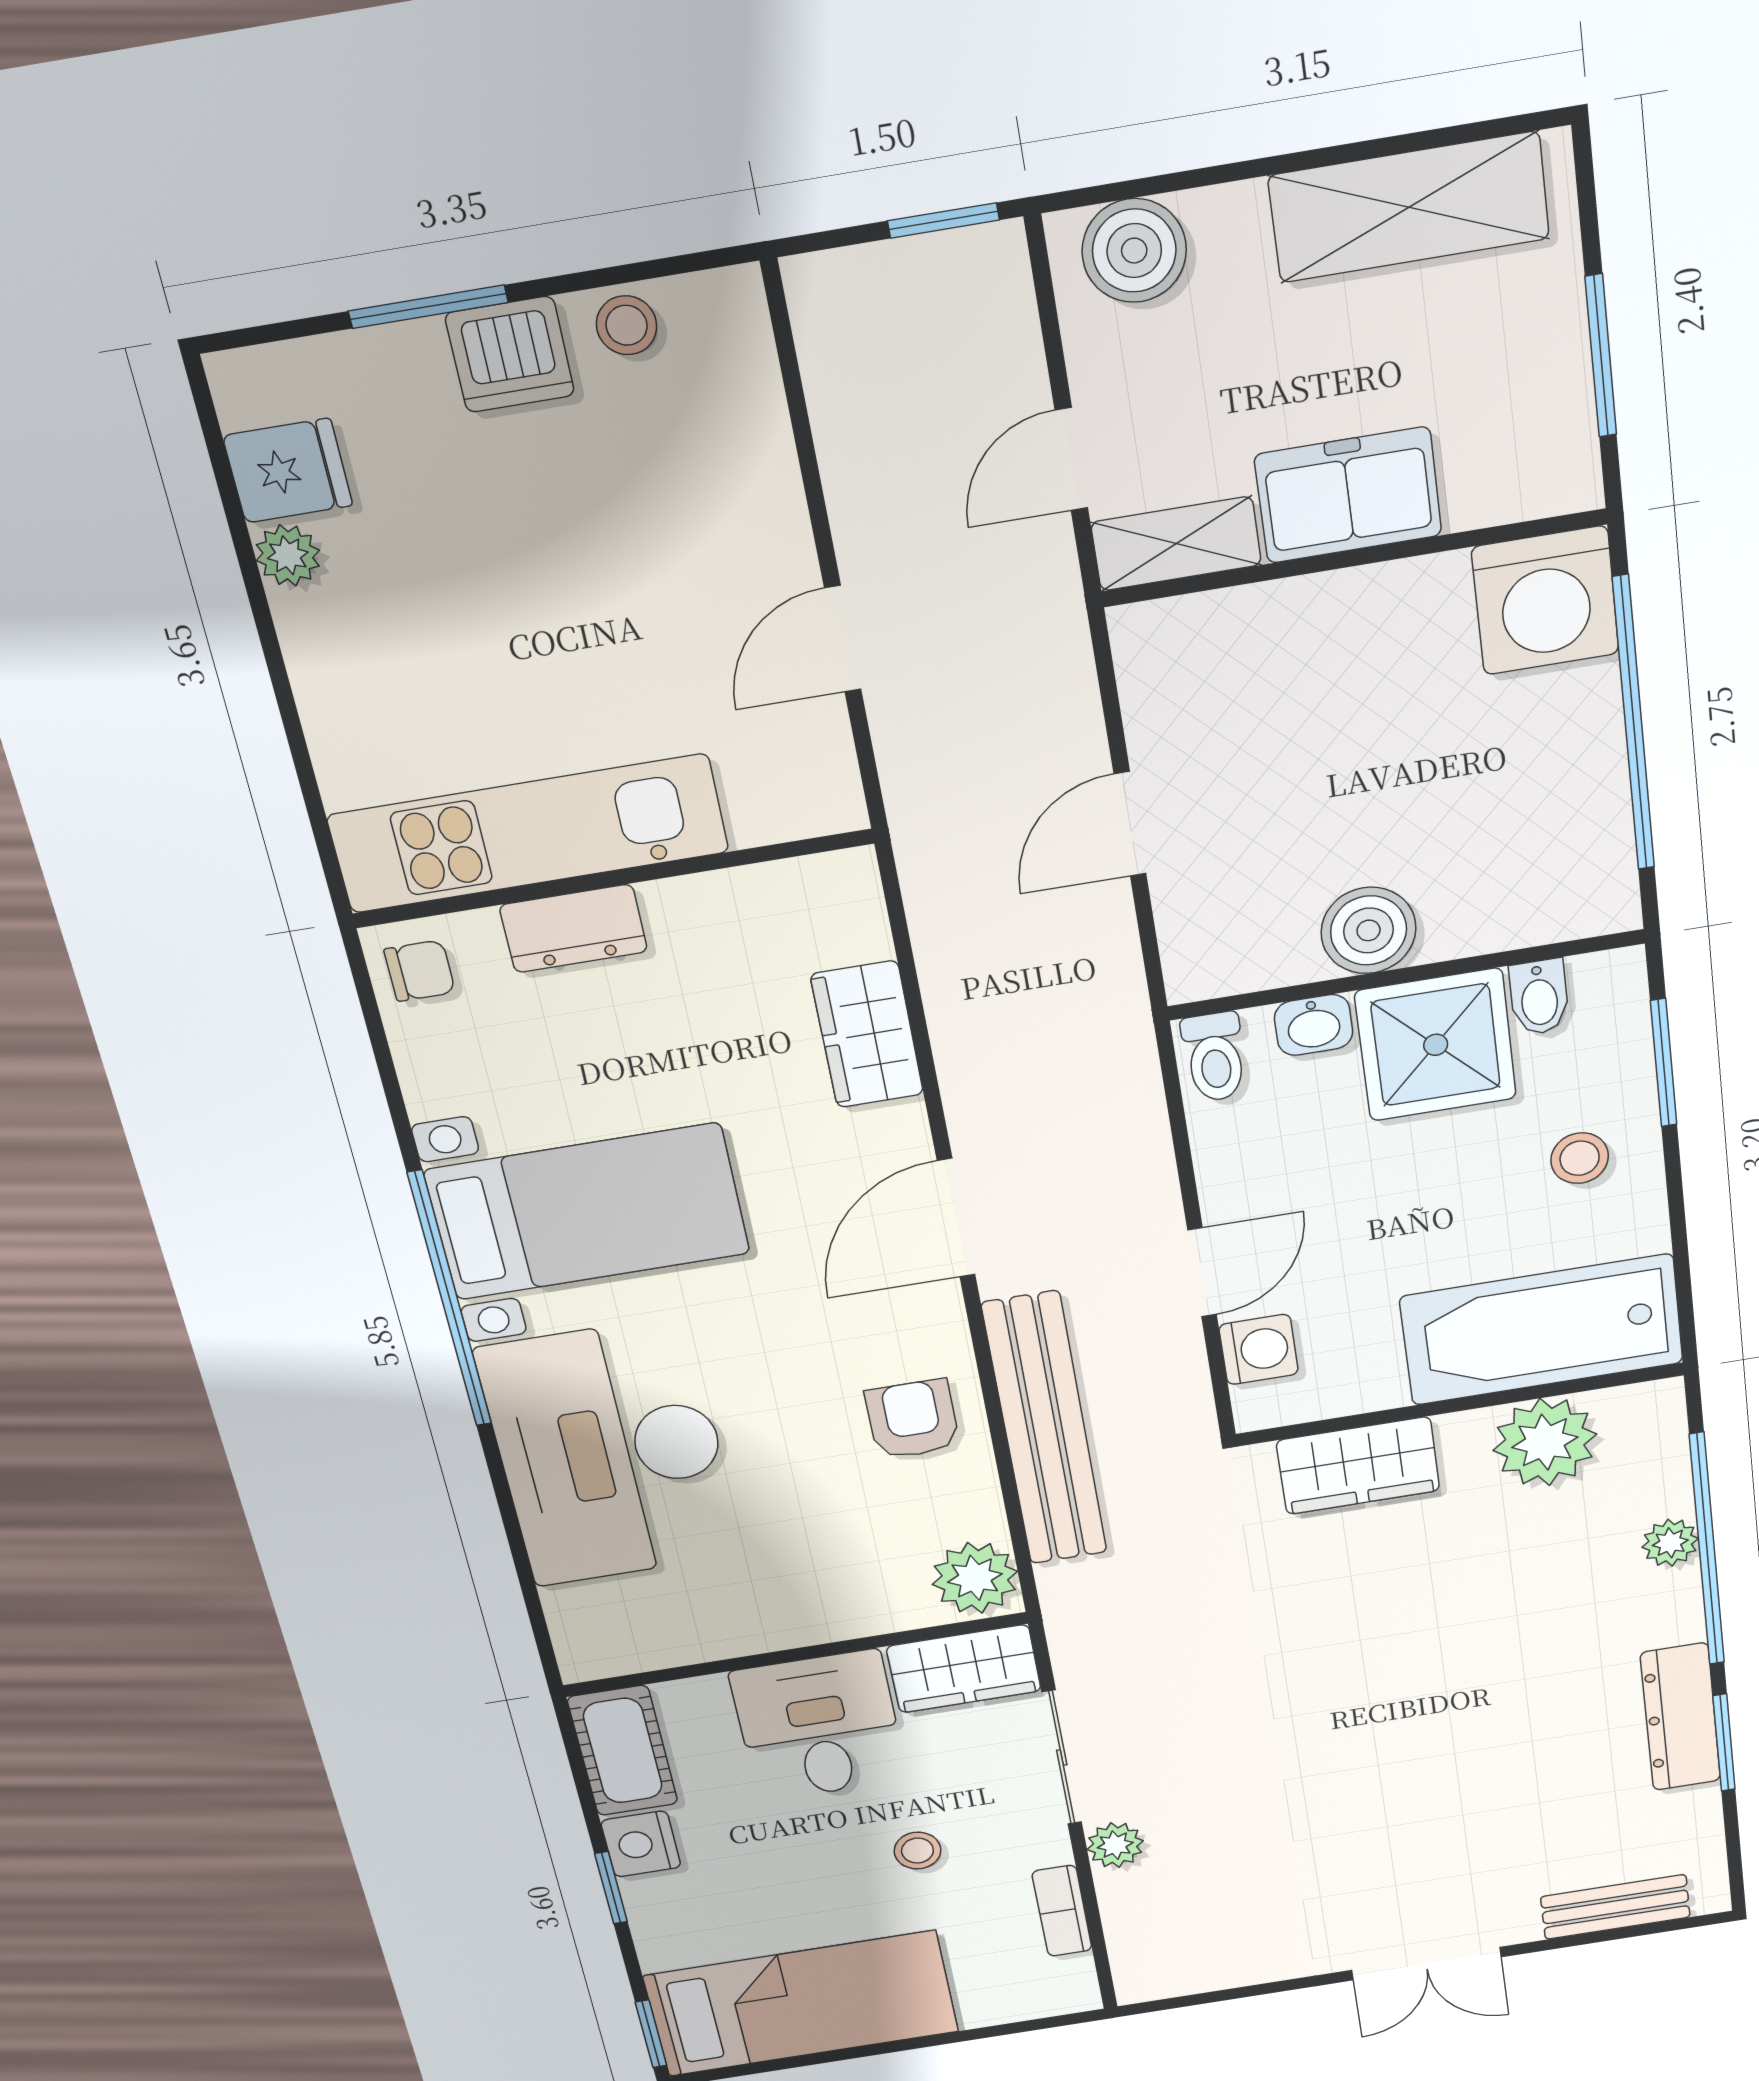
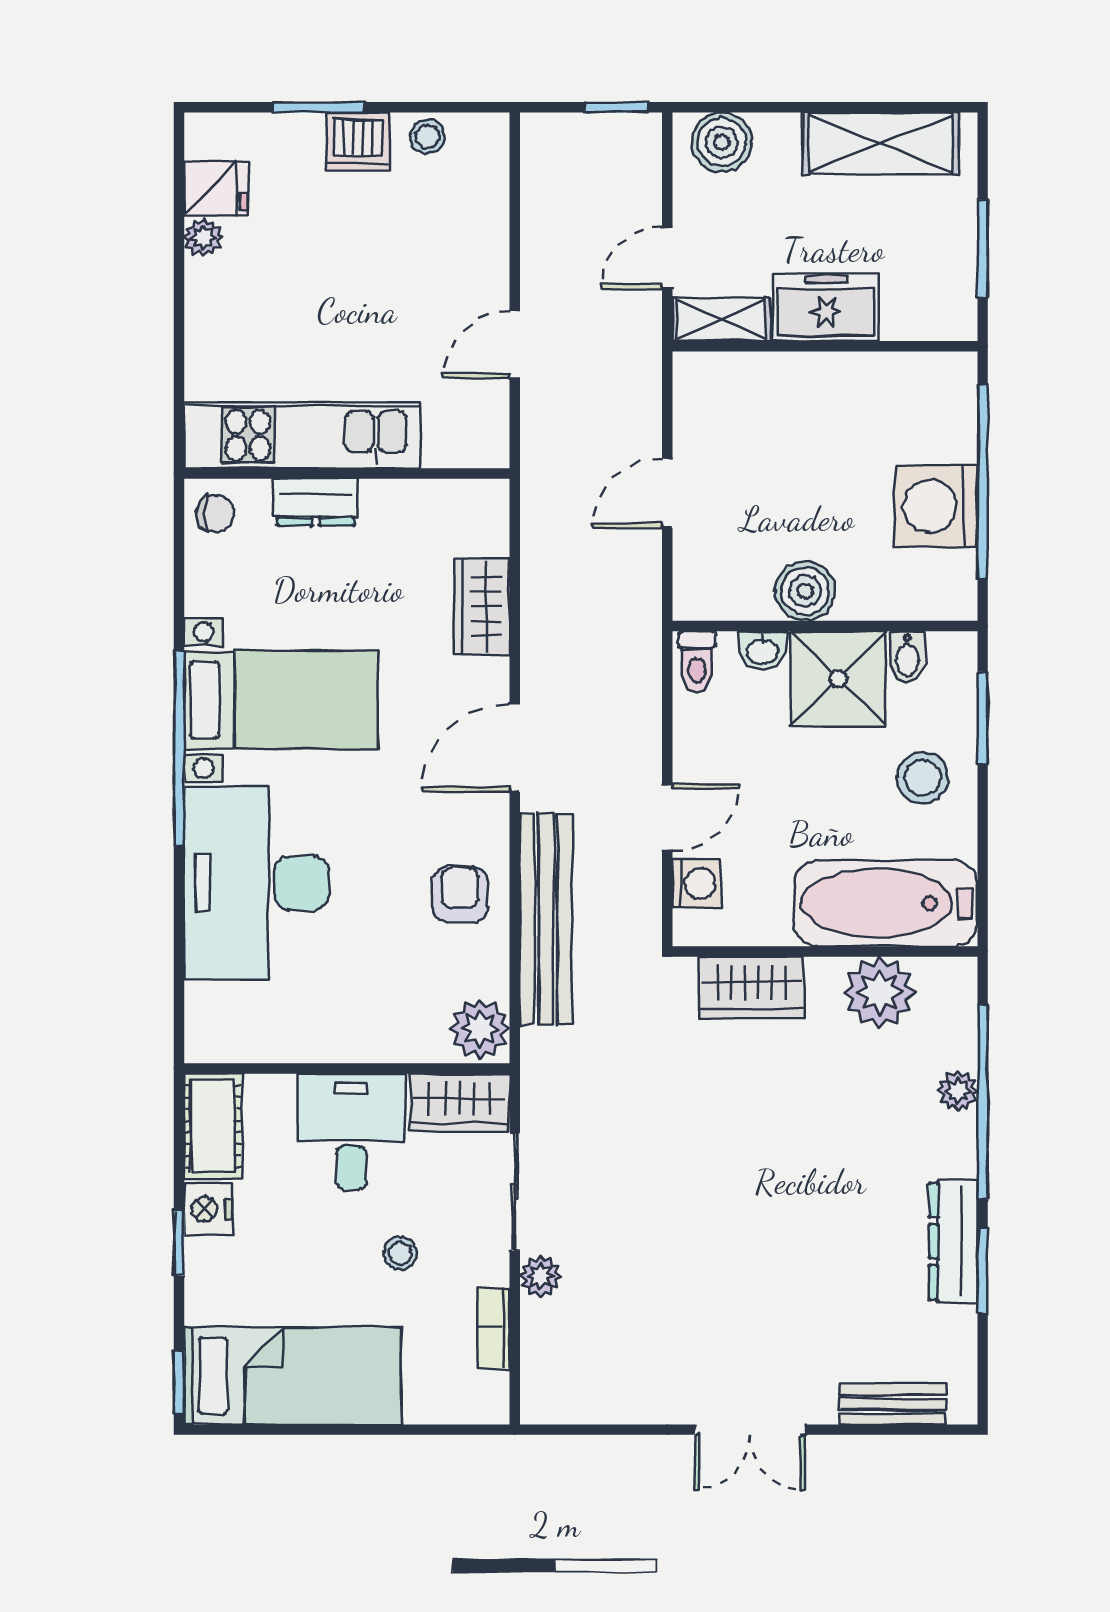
washing machine: (1545, 601) -> (936, 506), moved, turned 90
stool: (1580, 1158) -> (923, 778), width x1.37, depth x1.37

